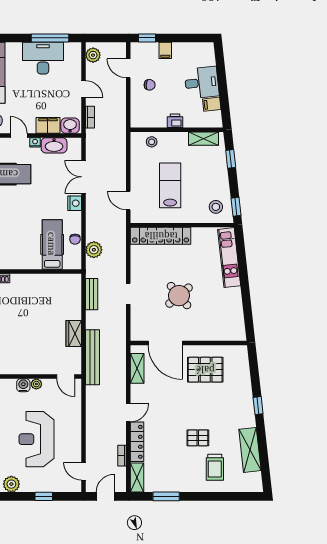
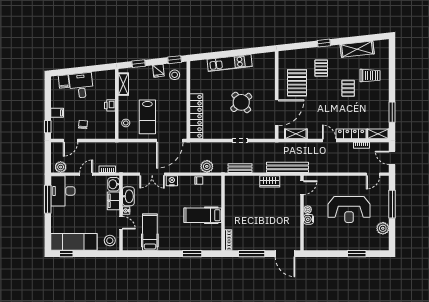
desk: (43, 58) -> (63, 191), moved
filing cabinet: (212, 104) -> (64, 82), moved
door: (19, 135) -> (121, 223), swing flipped
lab bench: (170, 185) -> (147, 117), moved, turned -90
fridge: (221, 185) -> (158, 71), added
door: (128, 200) -> (170, 140), width x1.88
hospital bed: (52, 244) -> (203, 215), moved
kitchen unit: (229, 258) -> (230, 63), moved
pallet: (225, 402) -> (321, 68), added
window: (44, 496) -> (392, 204), width x2.17

